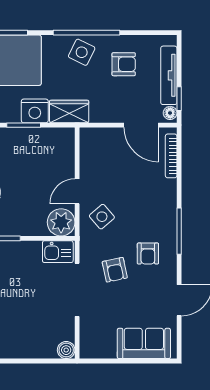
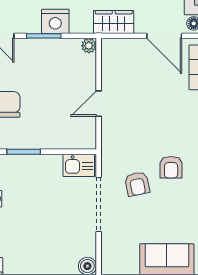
wardrobe: (69, 112) -> (114, 22), moved
side table: (102, 217) -> (124, 130), removed
plant: (61, 222) -> (89, 46), moved, width x0.53, depth x0.53

